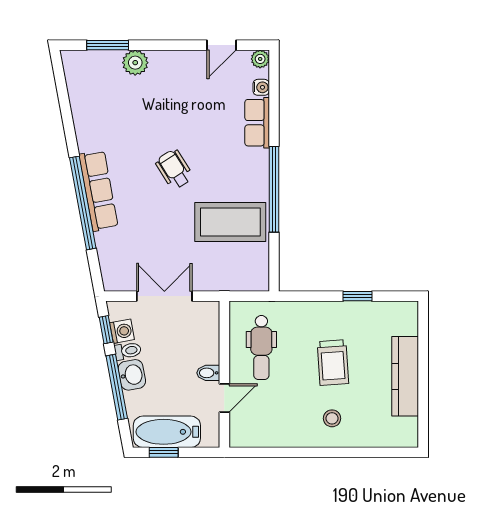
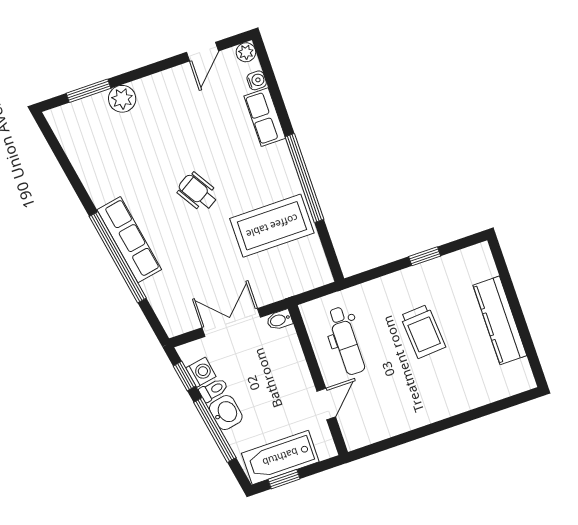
bidet: (208, 373) -> (279, 320), moved
stool: (332, 418) -> (441, 387), removed

